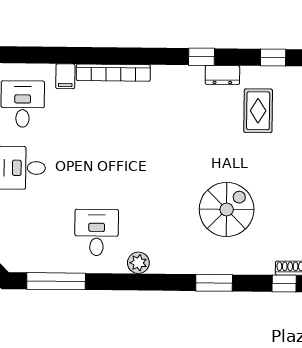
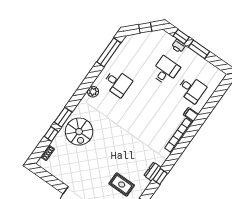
dresser: (222, 75) -> (153, 172), moved
spiral stairs: (227, 209) -> (79, 132), moved
window: (284, 284) -> (51, 134), moved

